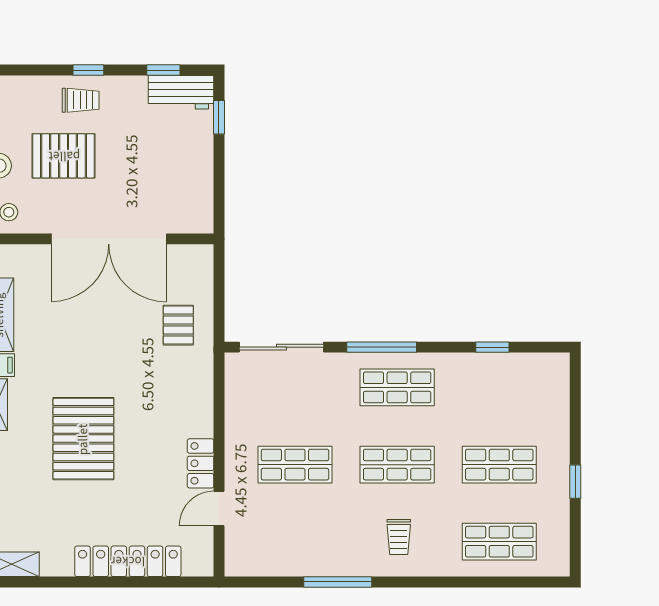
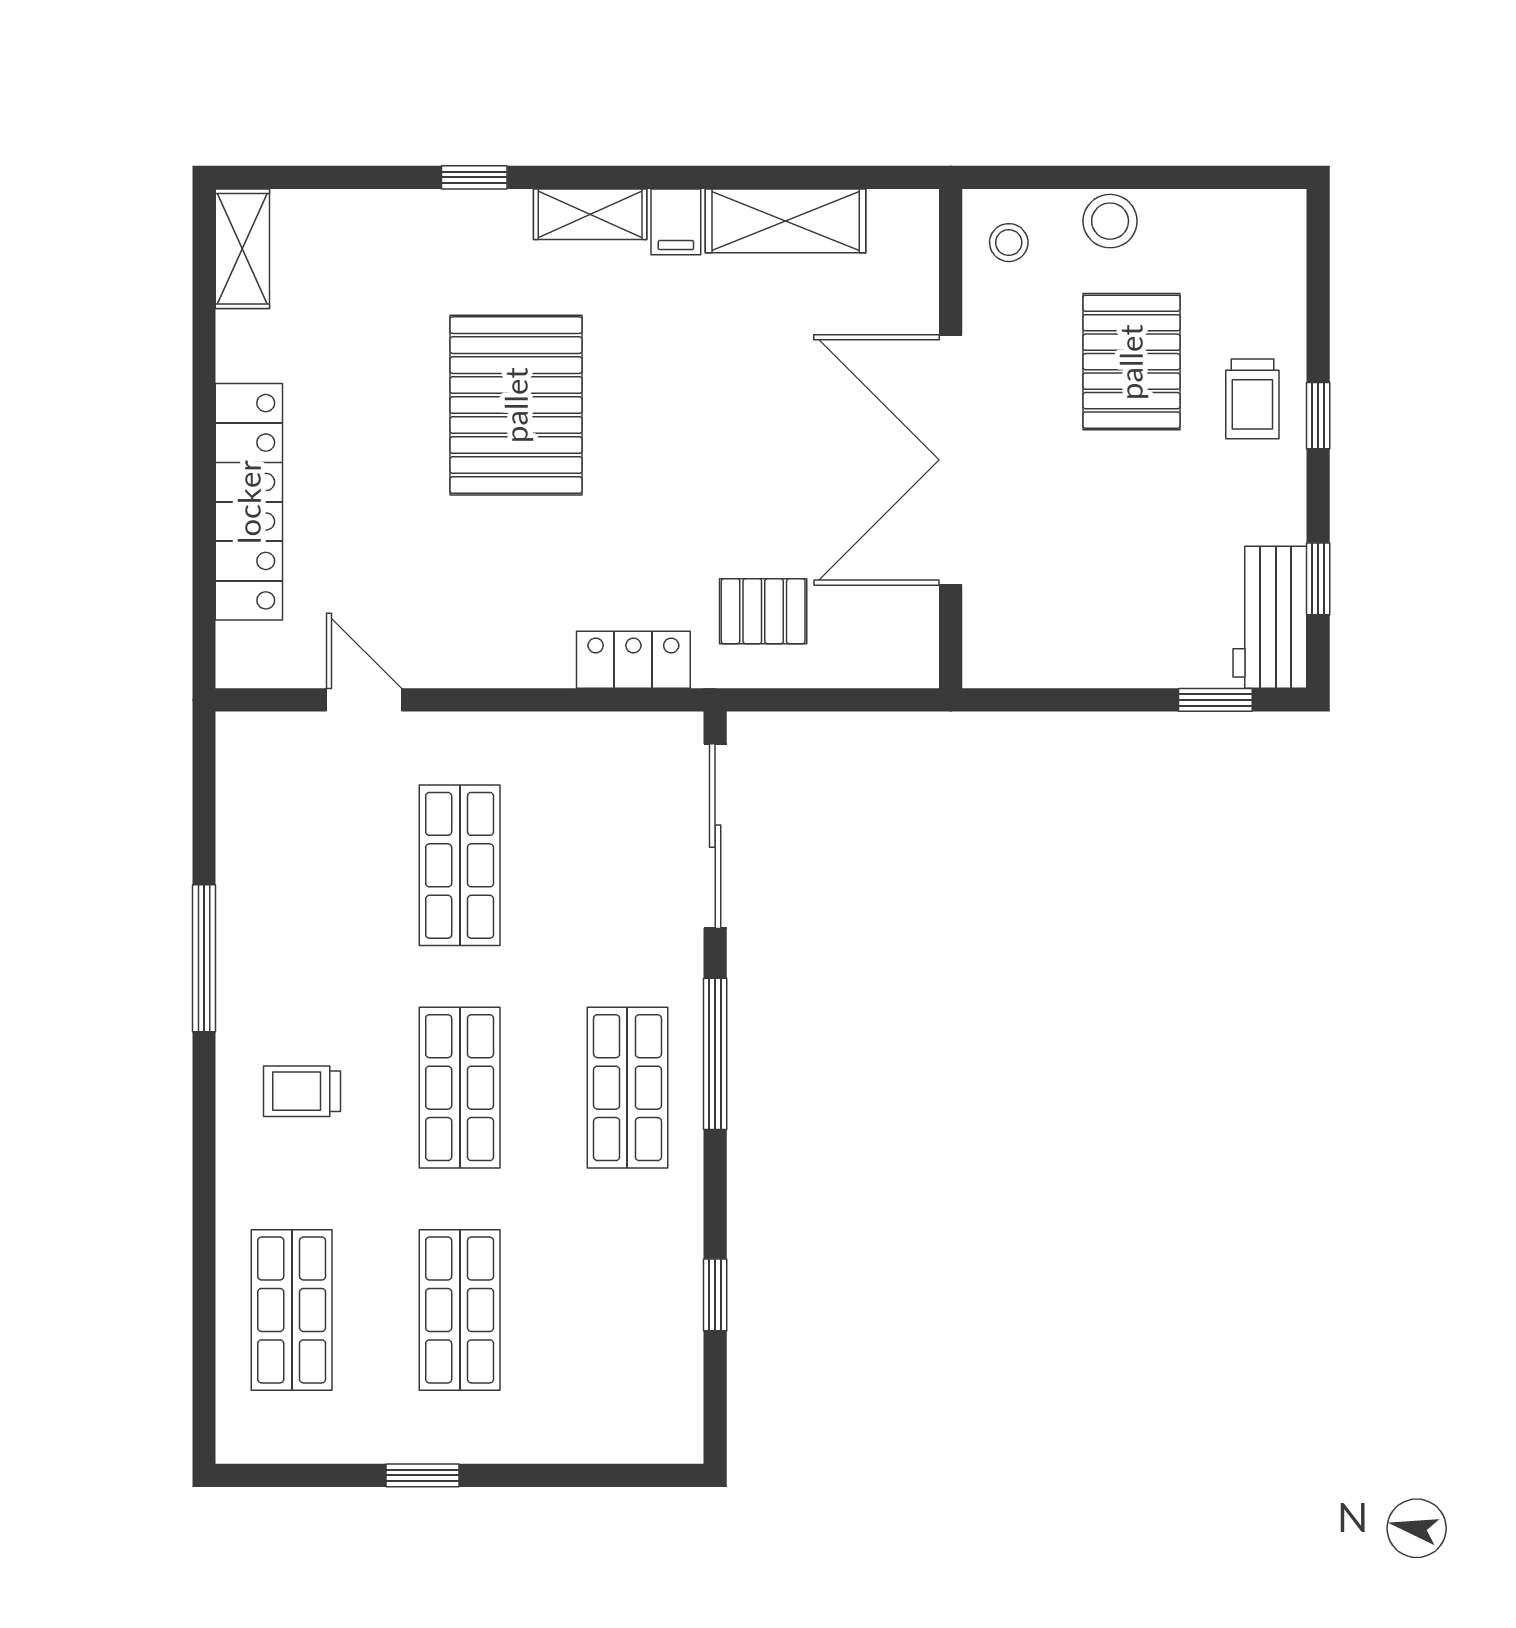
pallet: (83, 439) -> (516, 405), turned 90
locker: (201, 463) -> (633, 660), moved

